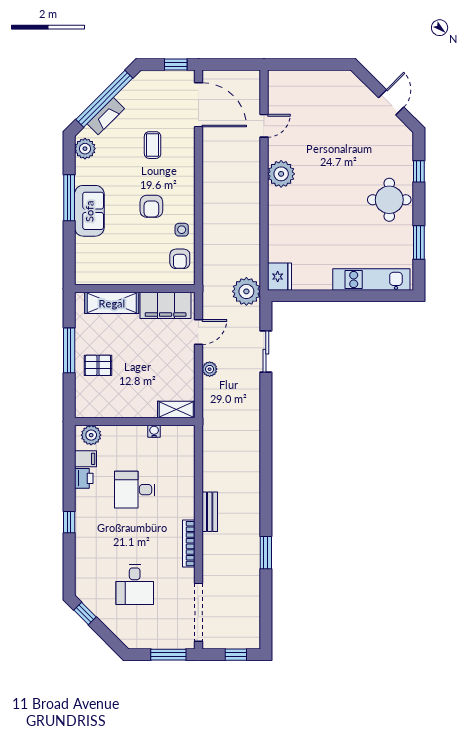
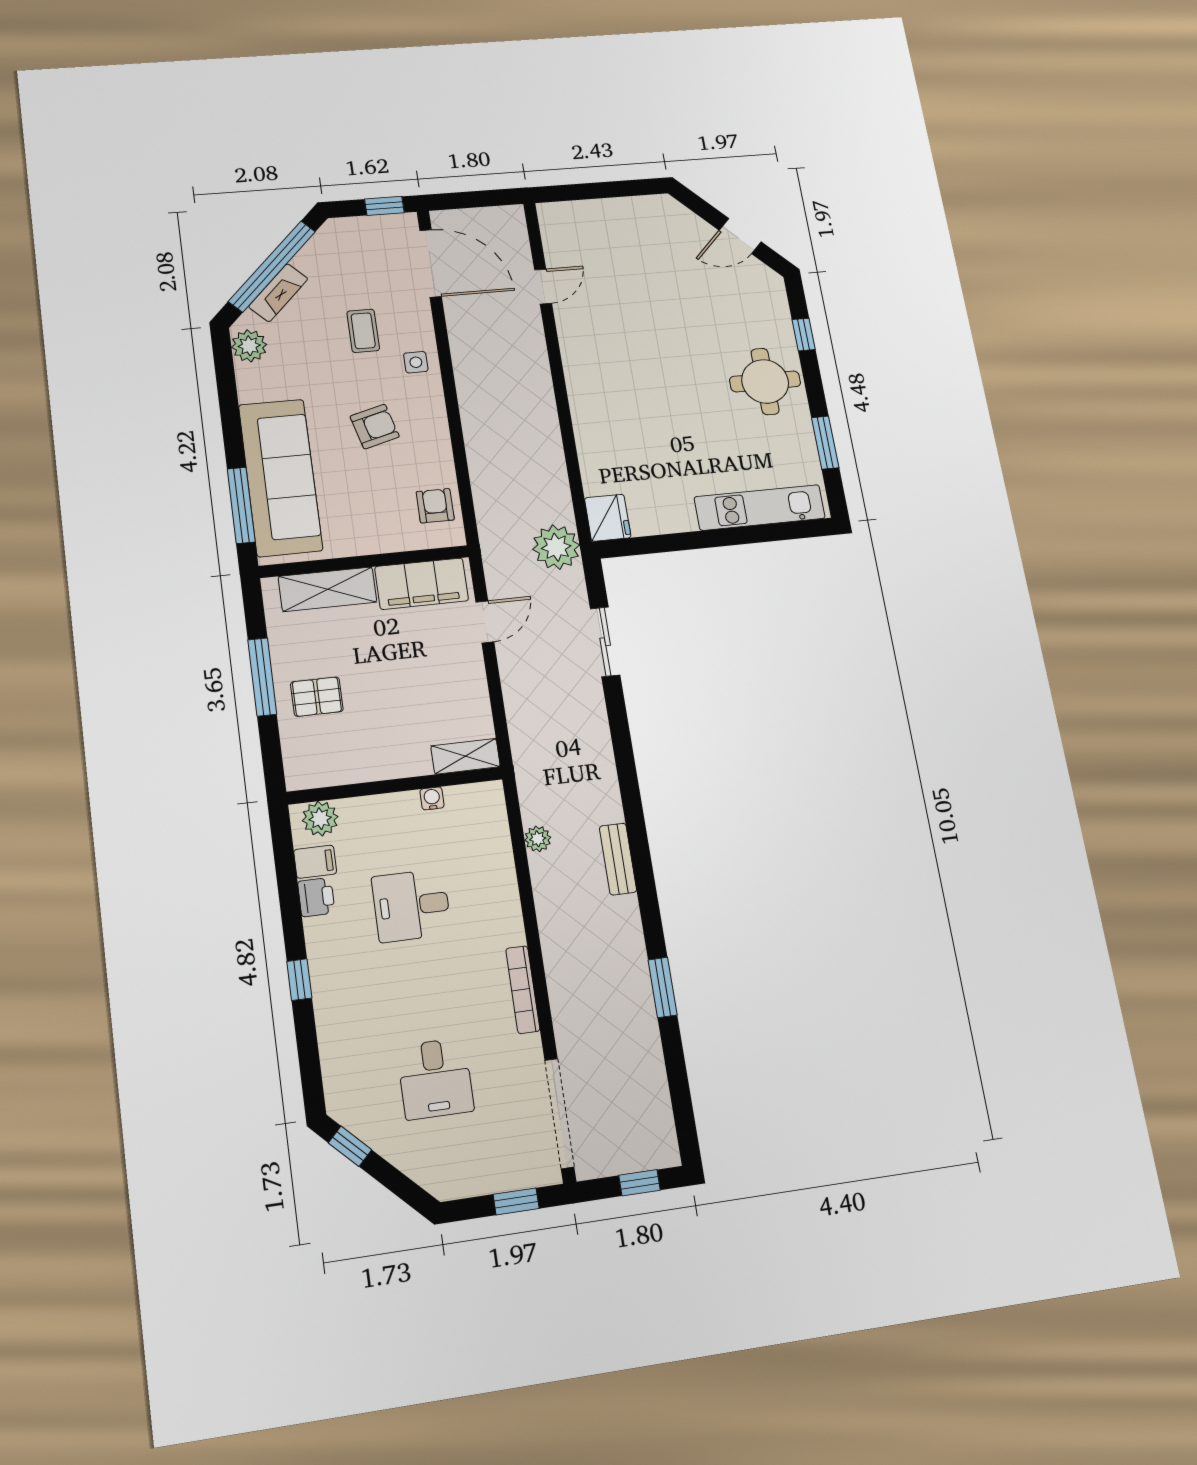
door: (391, 102) -> (740, 236), swing flipped
plant: (281, 174) -> (583, 357), removed
window: (69, 198) -> (241, 505), moved
armchair: (151, 206) -> (375, 427), turned -105
sofa: (89, 211) -> (280, 477), width x1.85, depth x1.27
side table: (182, 230) -> (416, 362), moved
armchair: (180, 259) -> (435, 506), turned 180
plant: (210, 369) -> (538, 839), moved
bench: (210, 512) -> (618, 859), moved
window: (168, 655) -> (516, 1201), width x0.67

